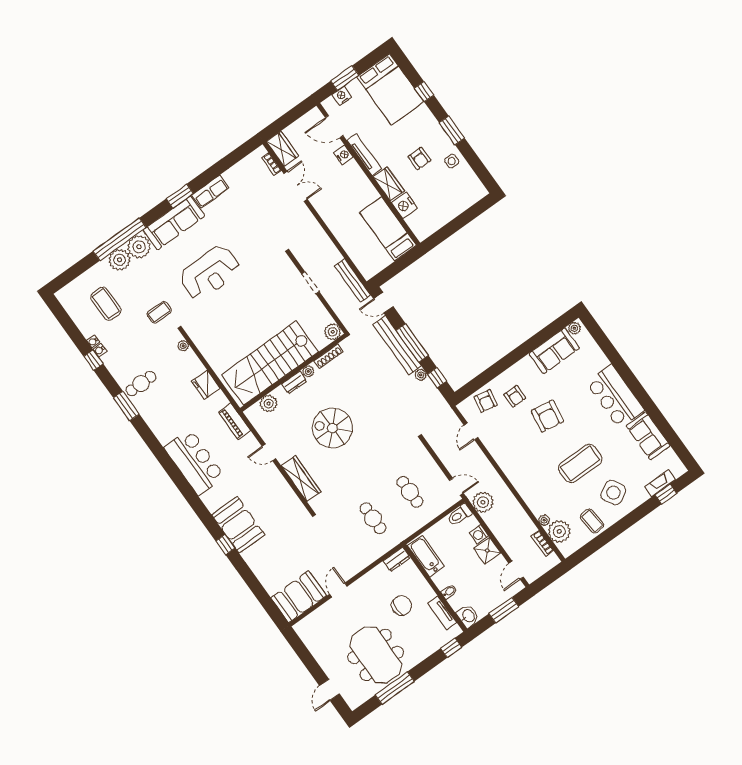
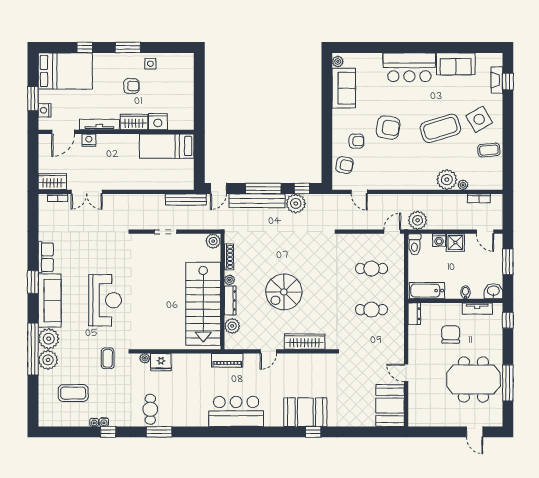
double door: (296, 186) -> (87, 192), swing flipped
plant: (421, 375) -> (296, 204), width x1.88, depth x1.88
dresser: (294, 382) -> (230, 300), width x1.44
fridge: (206, 385) -> (161, 362), moved
coffee table: (580, 464) -> (440, 128), turned 73
plant: (559, 531) -> (447, 180), moved

